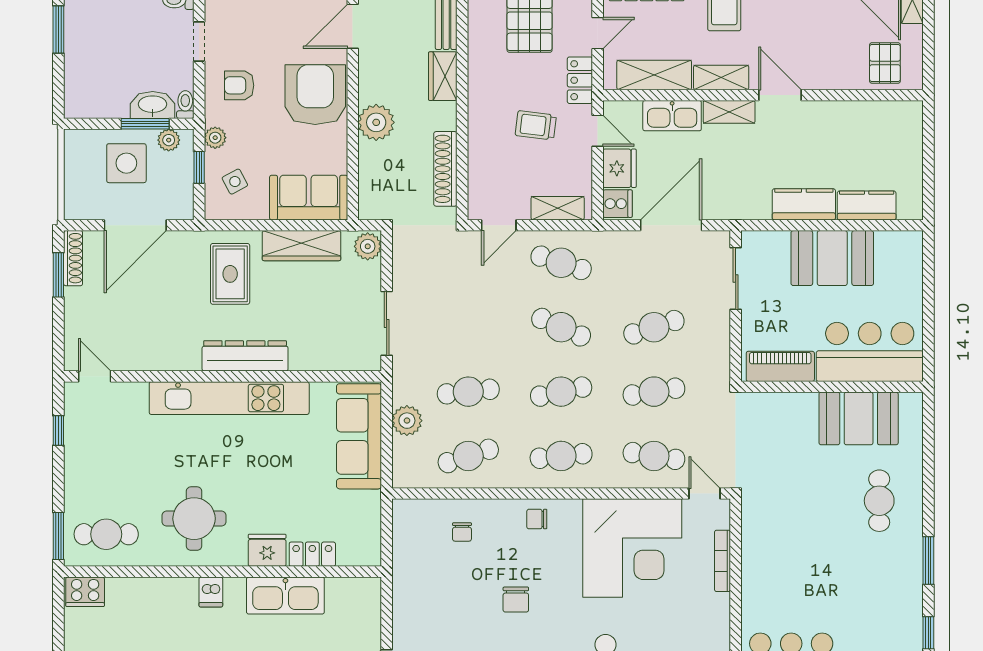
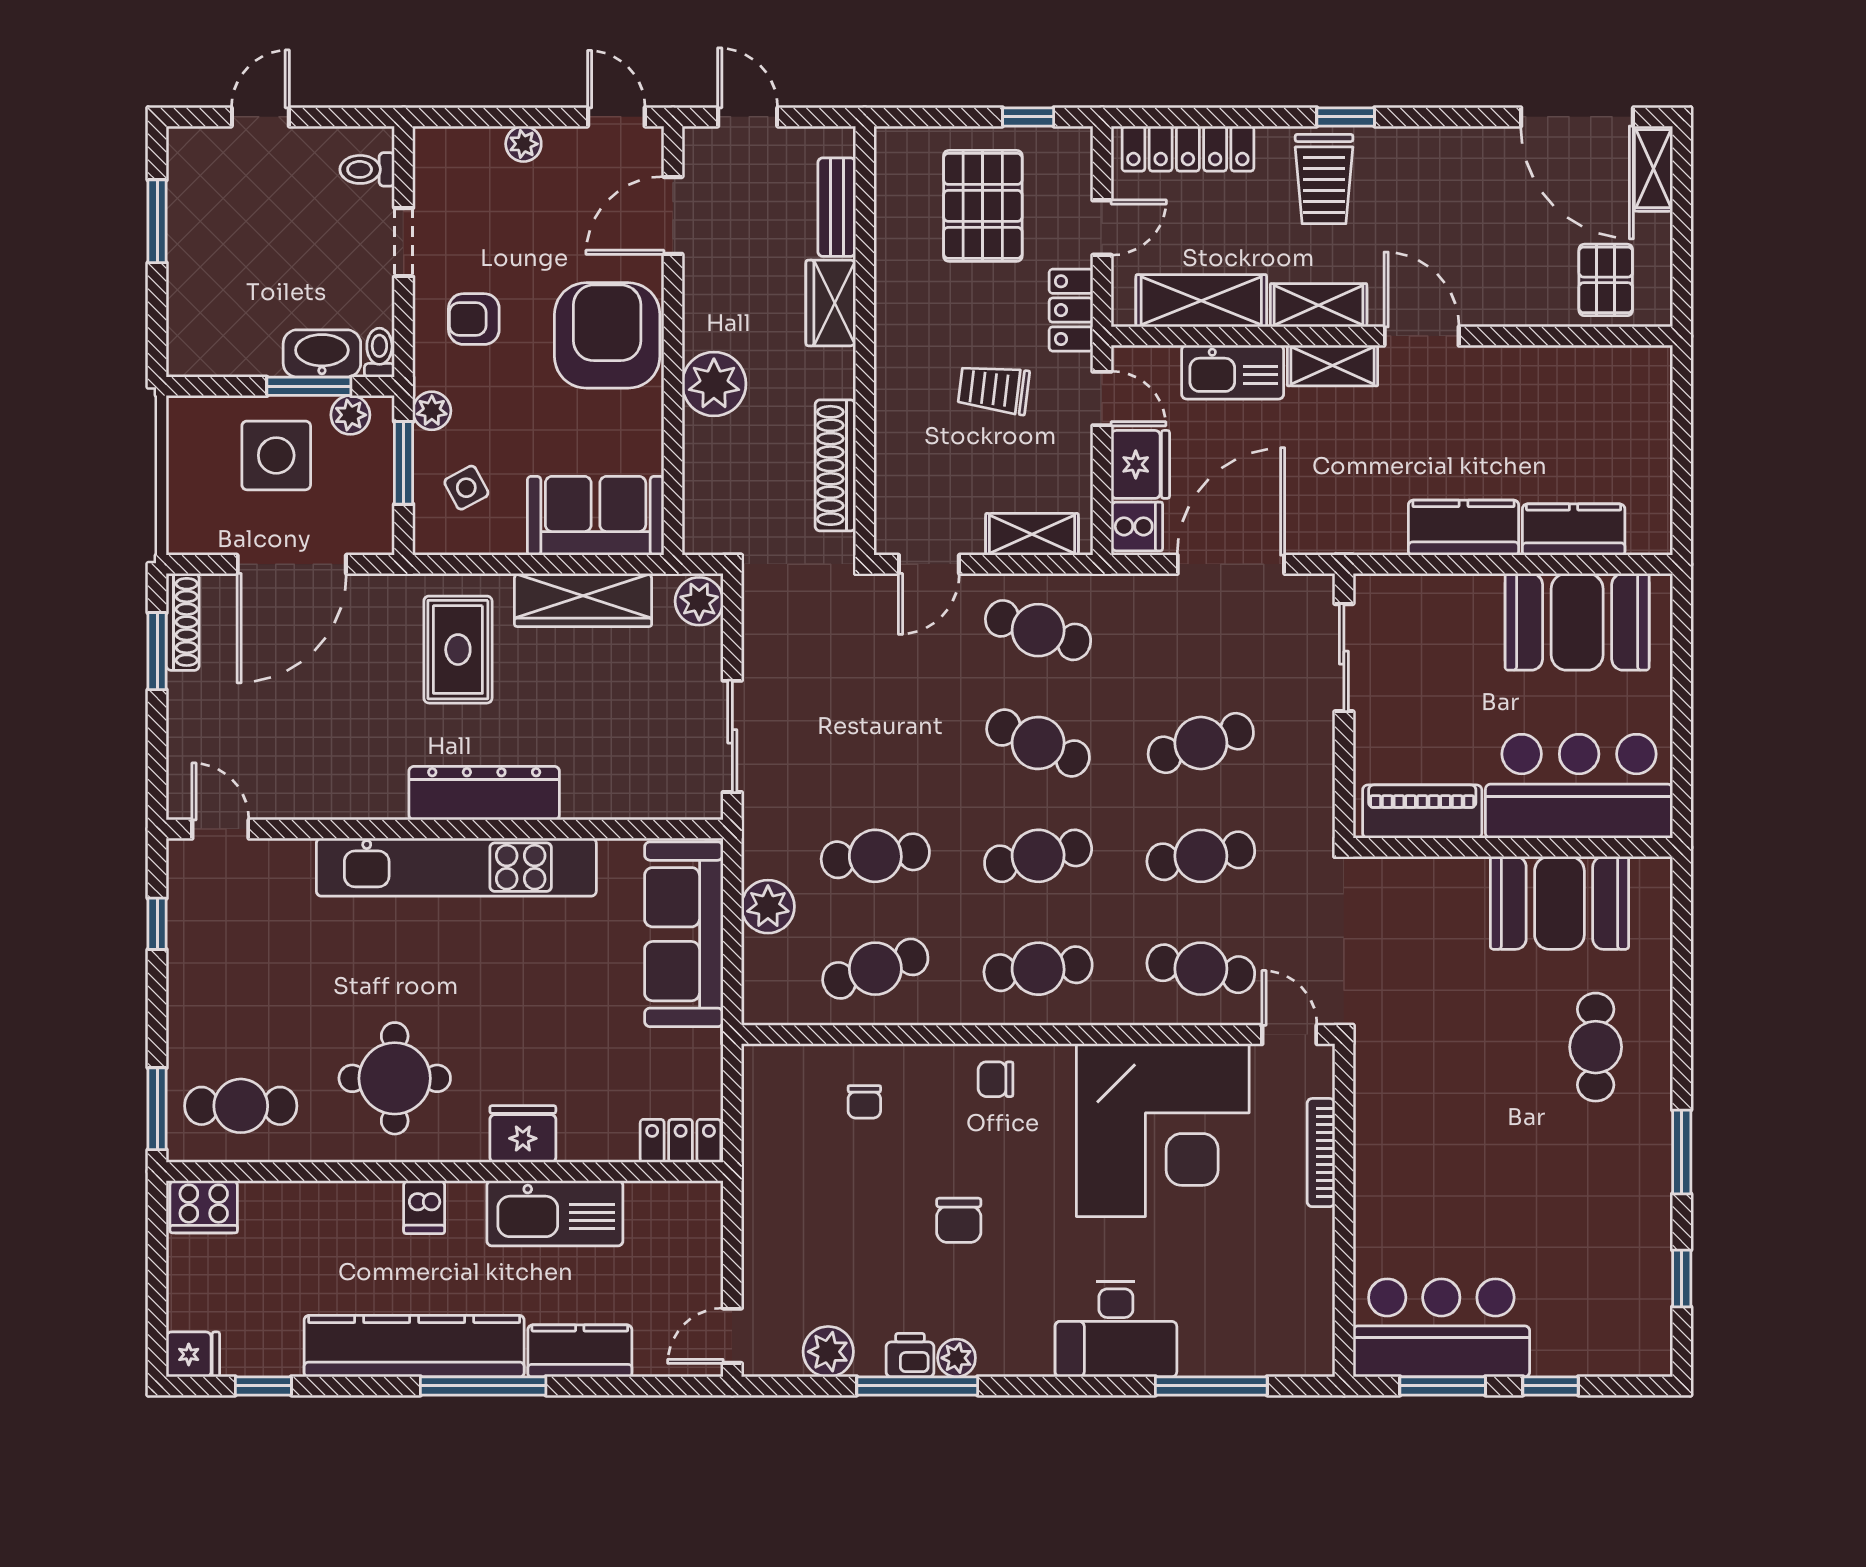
window: (199, 167) -> (404, 463), width x1.50
booth: (832, 258) -> (1577, 622), moved
locker: (312, 554) -> (681, 1141), moved

